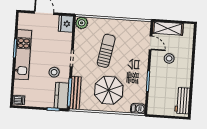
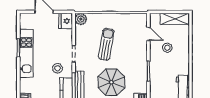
shelving: (168, 28) -> (175, 19), moved

